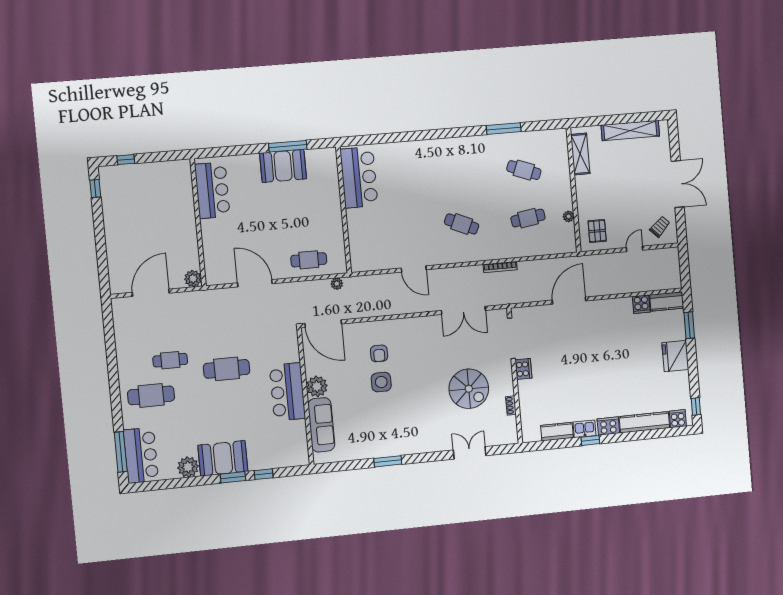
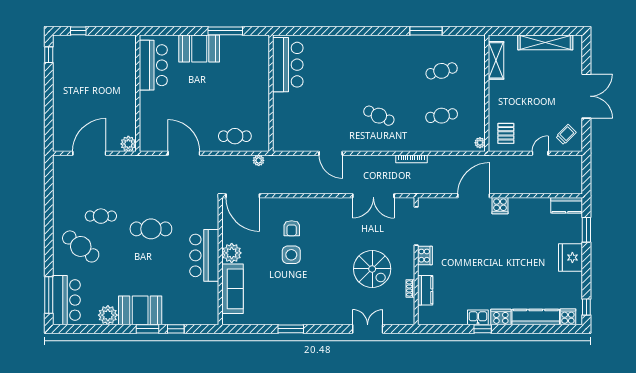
booth: (283, 166) -> (199, 48), moved
cafe table: (524, 170) -> (442, 71), turned -36
plant: (569, 216) -> (480, 143), moved
cooker: (641, 304) -> (500, 206), moved
cafe table: (151, 395) -> (81, 246), turned 38
kitchen counter: (557, 432) -> (425, 290), moved, turned 90

